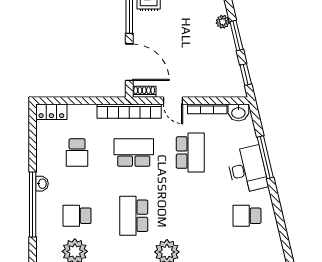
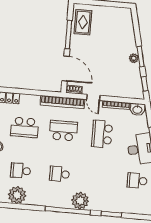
plant: (223, 22) -> (134, 58), moved
school desk: (77, 153) -> (24, 127), width x1.85
school desk: (190, 153) -> (102, 134), turned 180
school desk: (134, 216) -> (60, 174), width x0.54

